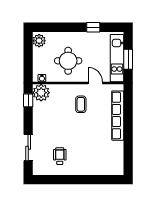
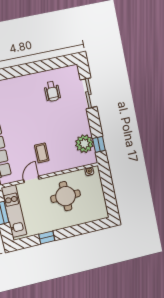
plant: (39, 41) -> (101, 210), removed
door: (95, 83) -> (31, 179), swing flipped
plant: (41, 93) -> (84, 144), moved

